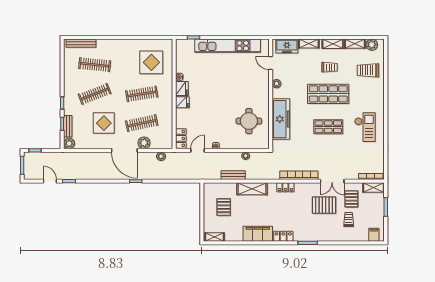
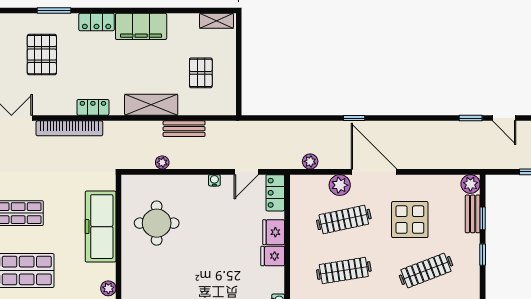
fridge: (182, 88) -> (274, 232), moved
pallet: (324, 205) -> (42, 55), moved, turned 90

